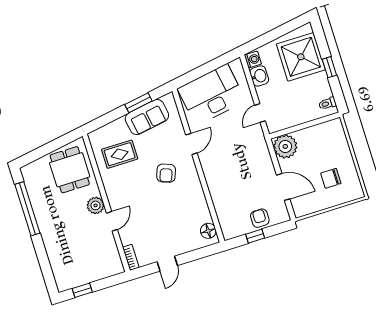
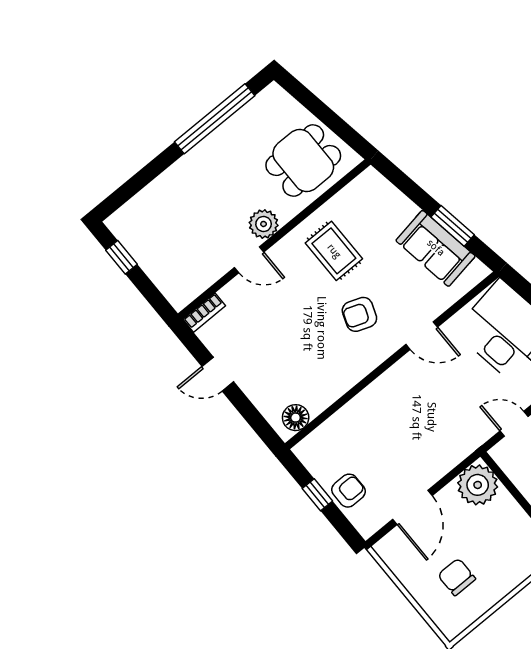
rug: (120, 154) -> (334, 251), moved

